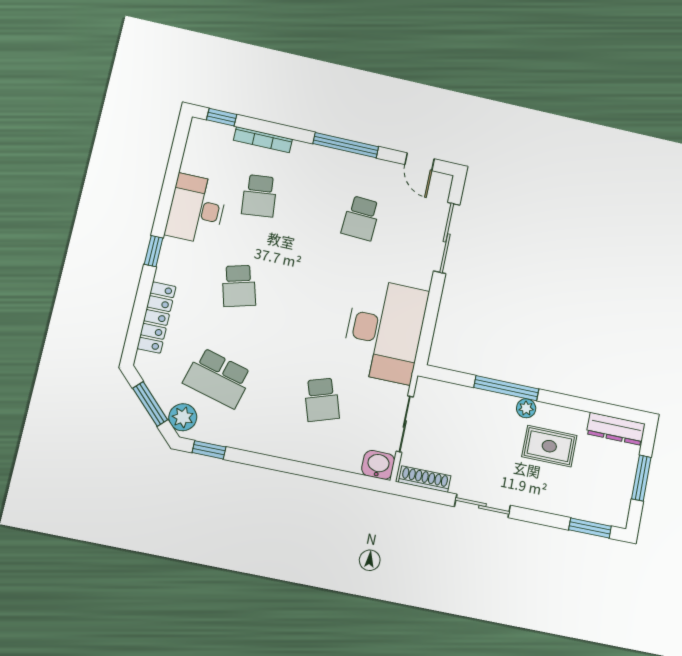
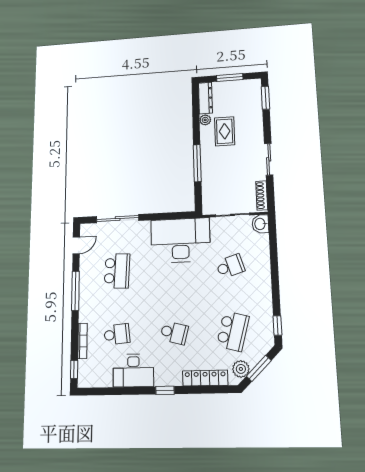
school desk: (361, 218) -> (117, 271), width x1.85
school desk: (239, 286) -> (174, 333), turned 30
plant: (526, 408) -> (205, 120), moved
plant: (183, 417) -> (241, 369), moved

